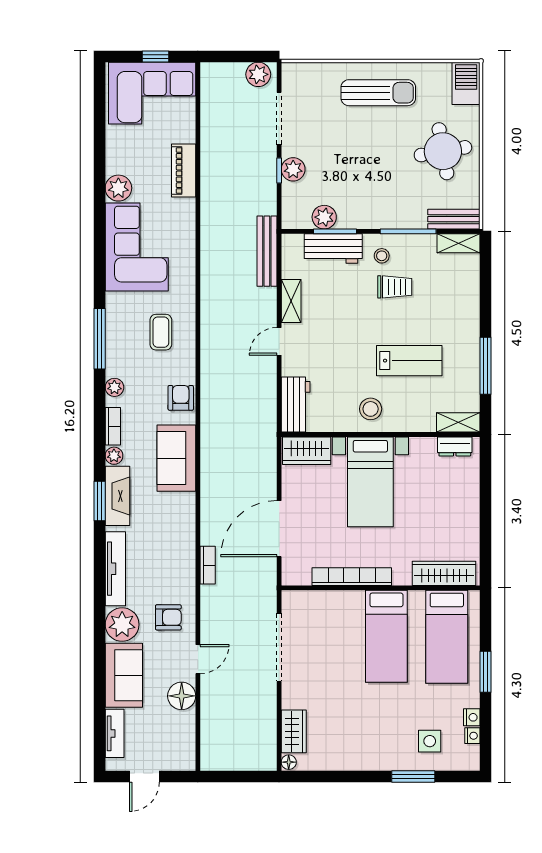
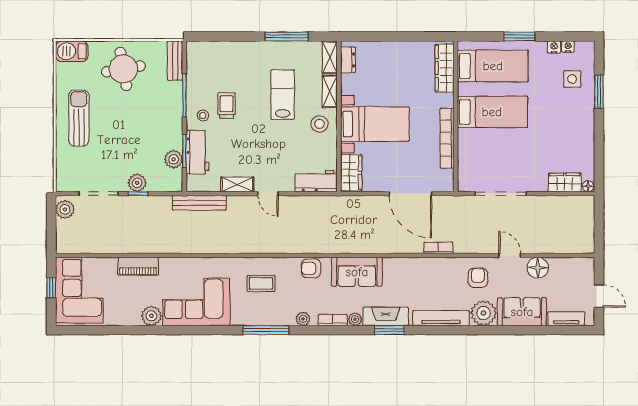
shelving: (458, 243) -> (330, 91), moved

